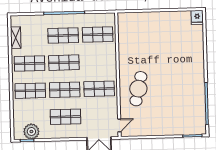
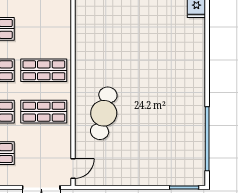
shop shelf: (98, 35) -> (44, 70), moved

